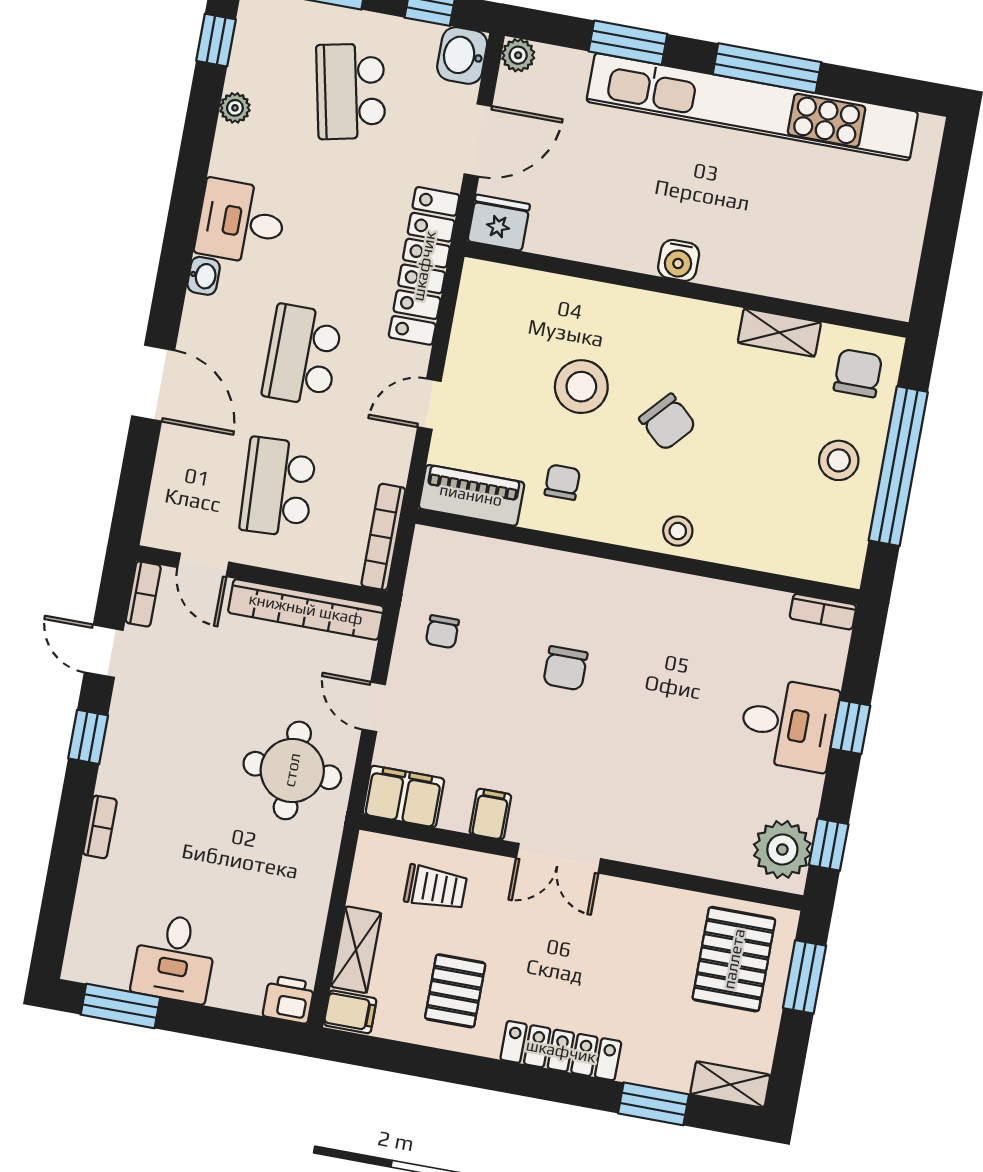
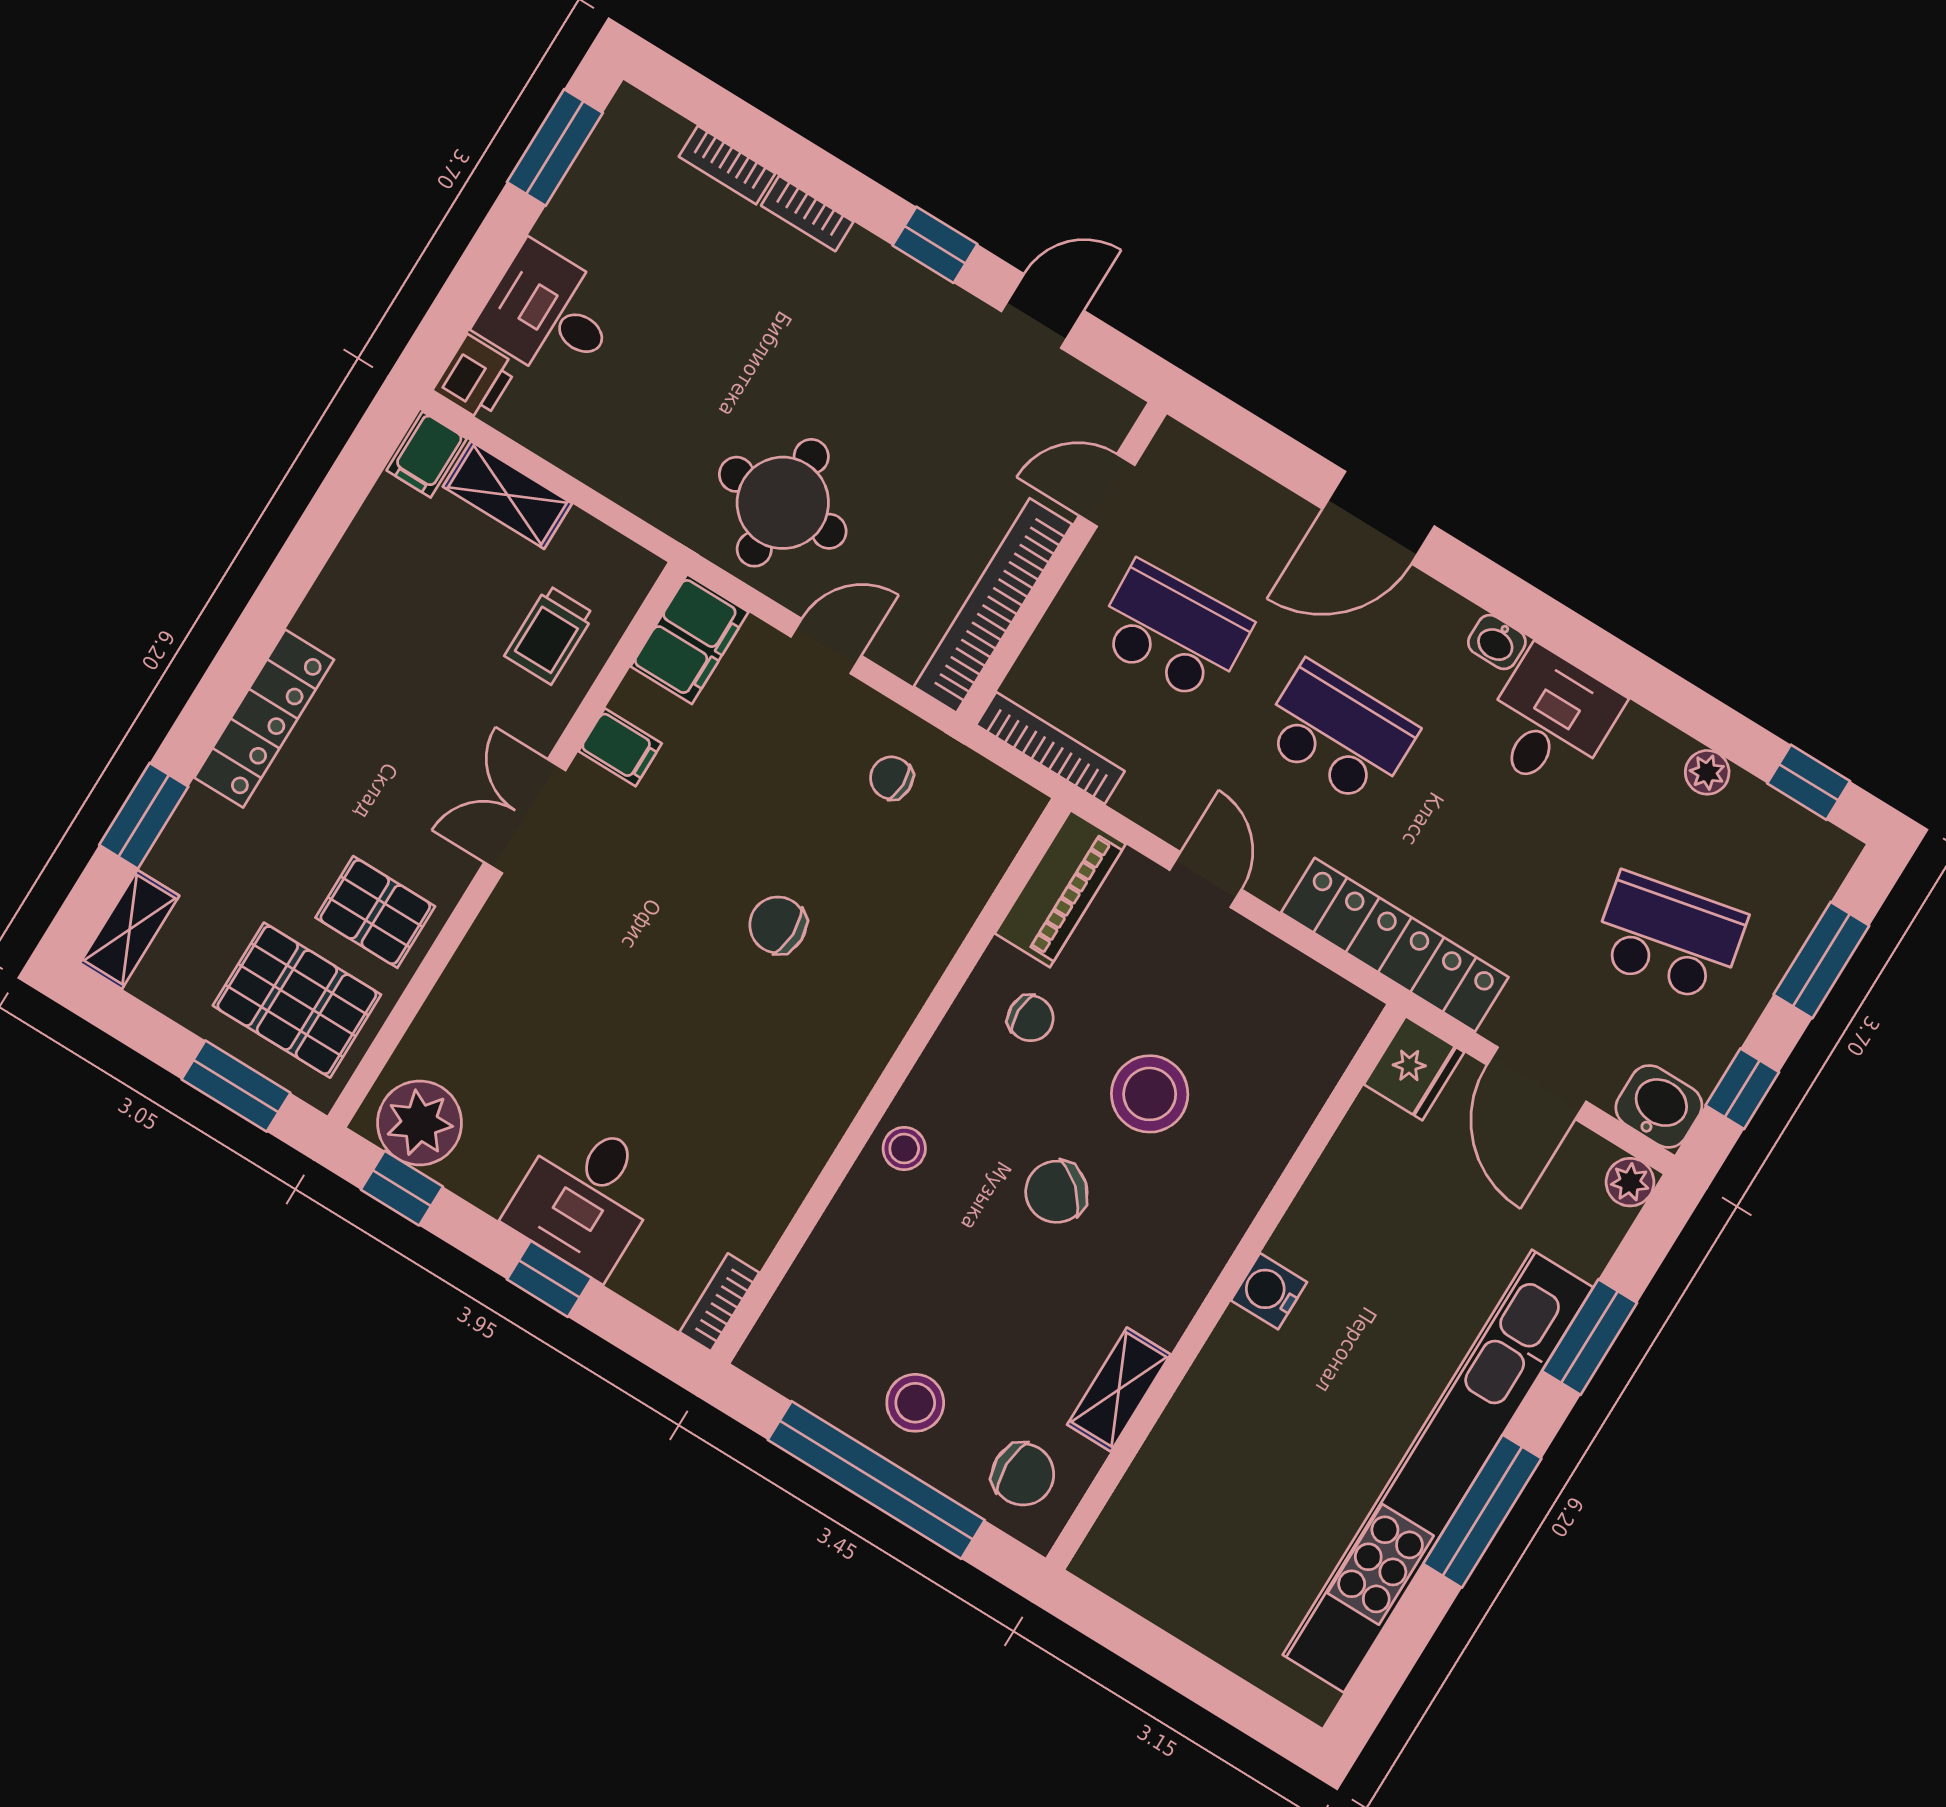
bookcase: (143, 594) -> (727, 165), moved
desk: (174, 958) -> (549, 314), moved
pallet: (455, 991) -> (375, 912), moved

